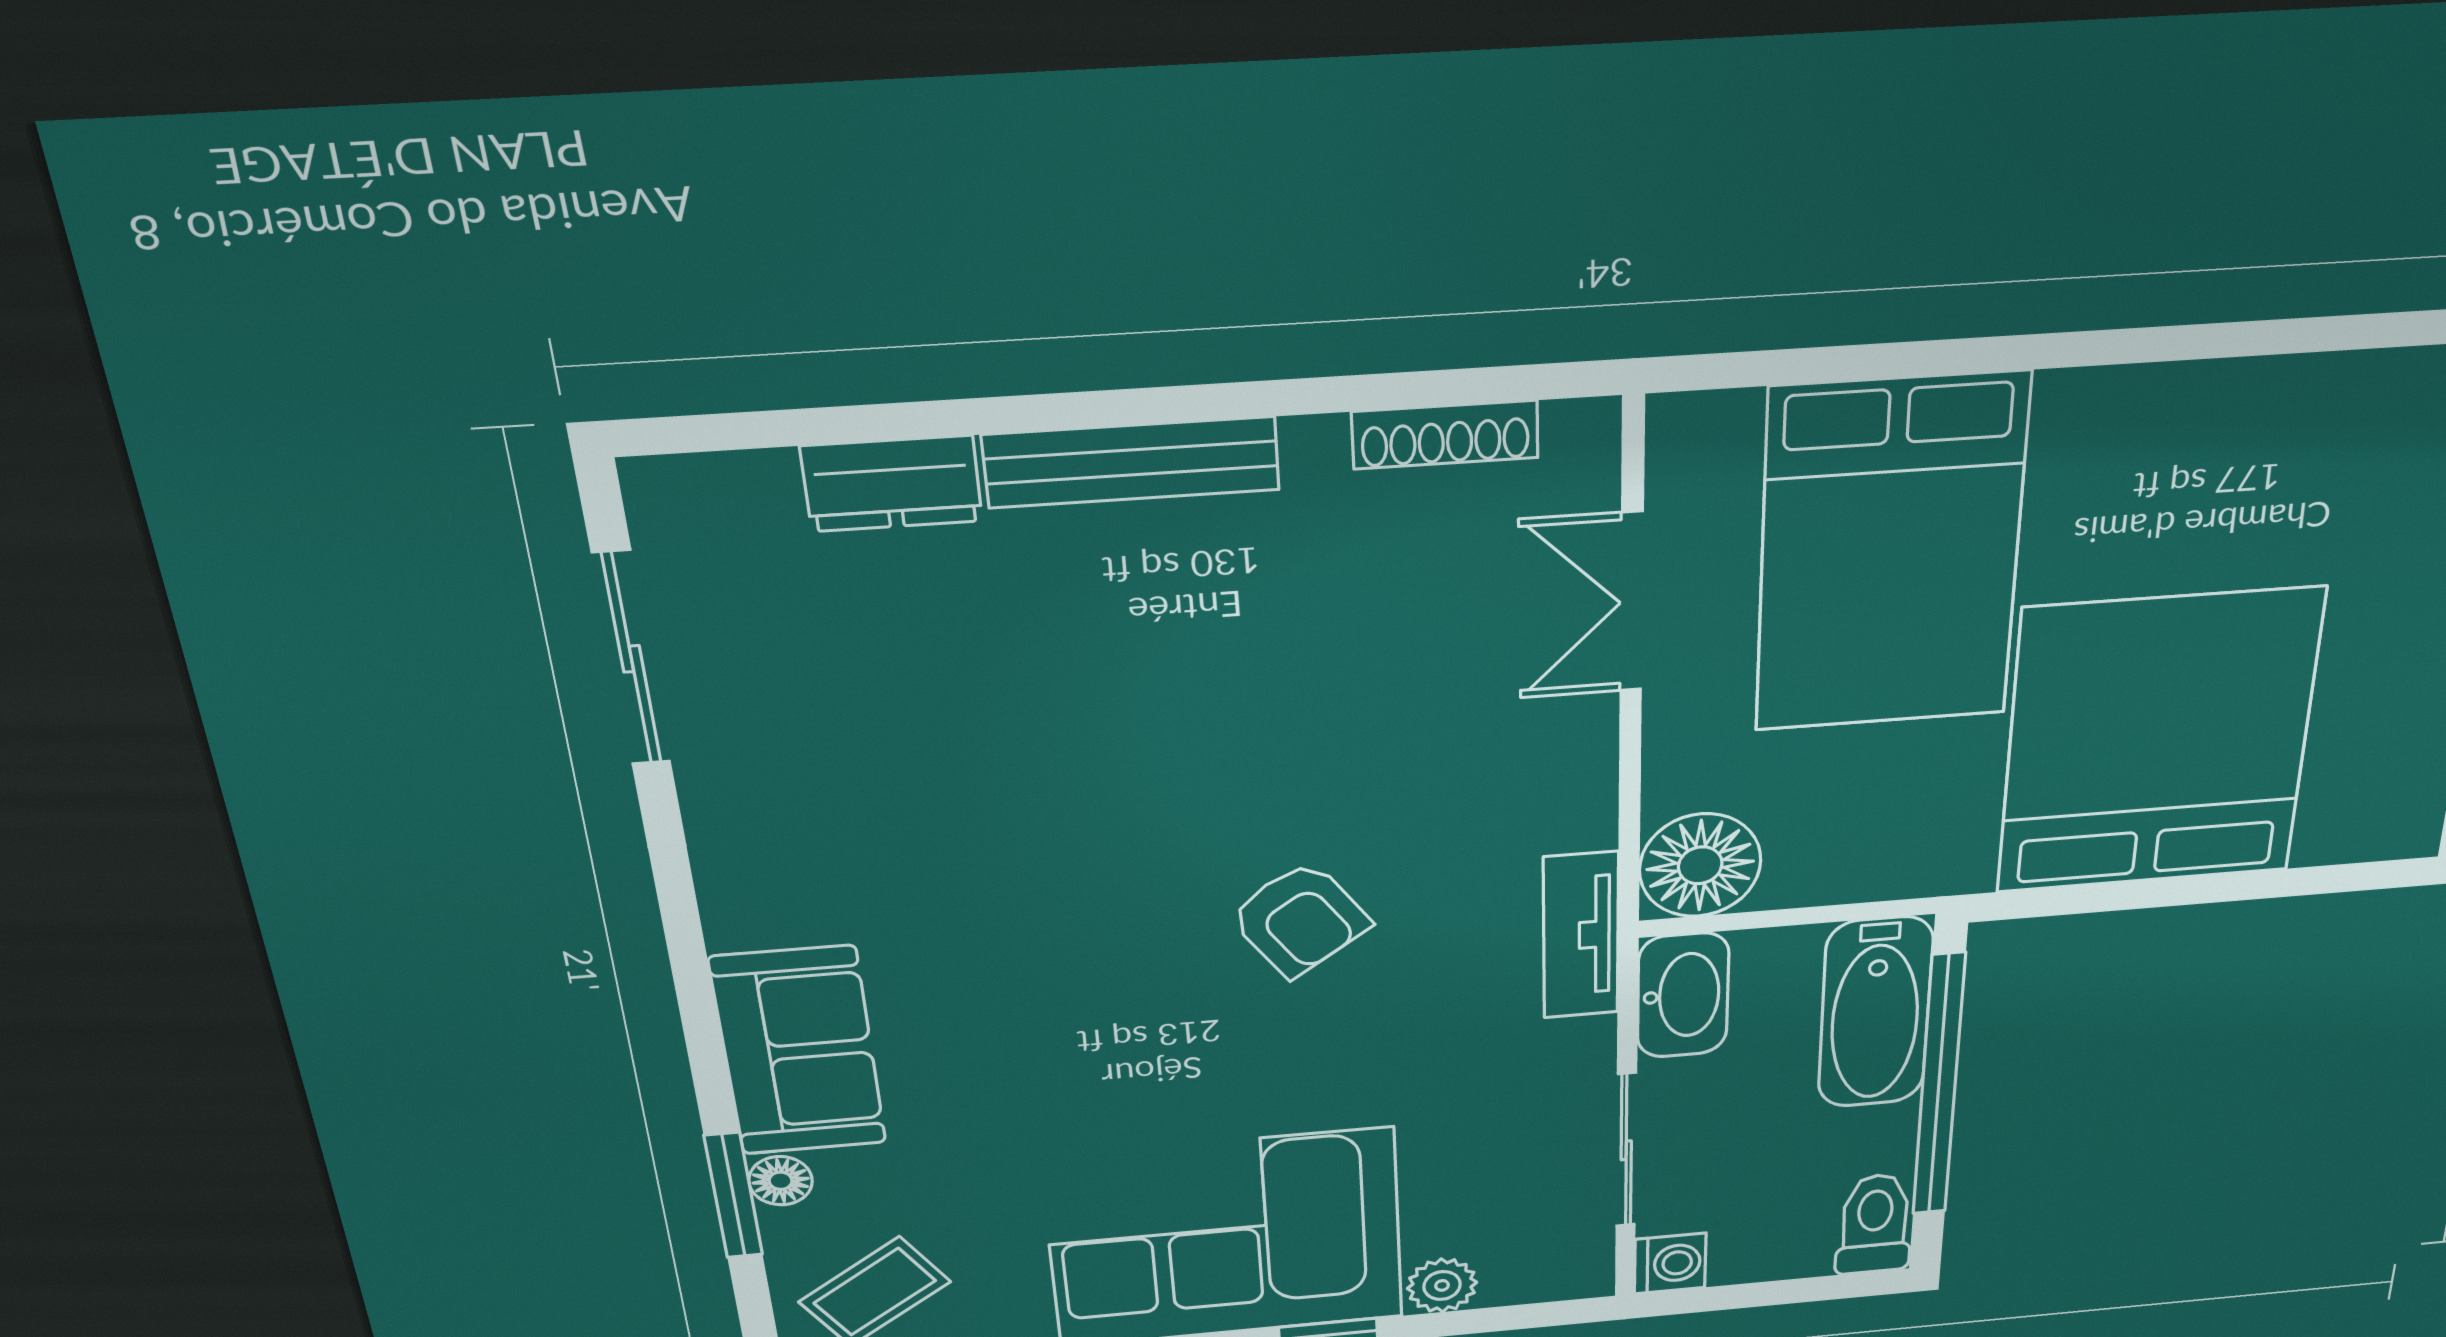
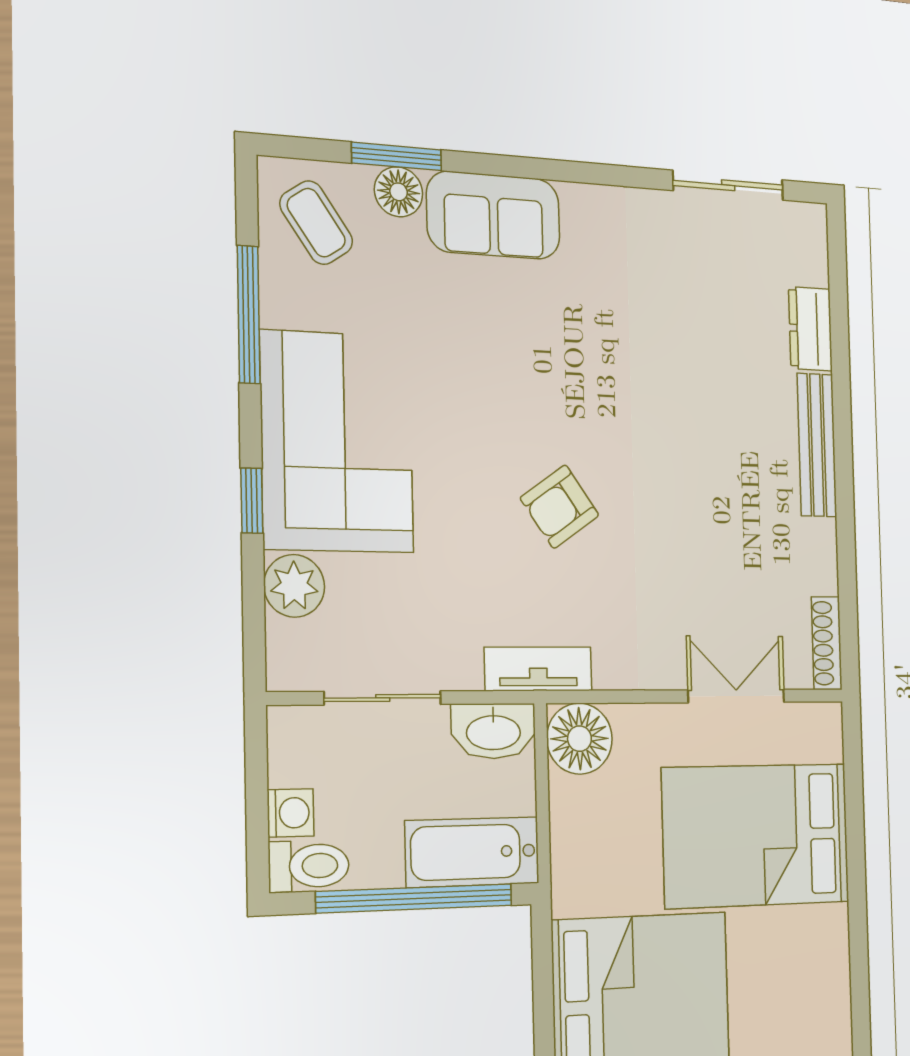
shoe rack: (1445, 435) -> (827, 643), moved
floor lamp: (781, 1181) -> (399, 192), width x1.37, depth x1.37
washing machine: (1670, 1263) -> (291, 813), moved, turned -90
plant: (1442, 1285) -> (294, 586), width x1.38, depth x1.38

